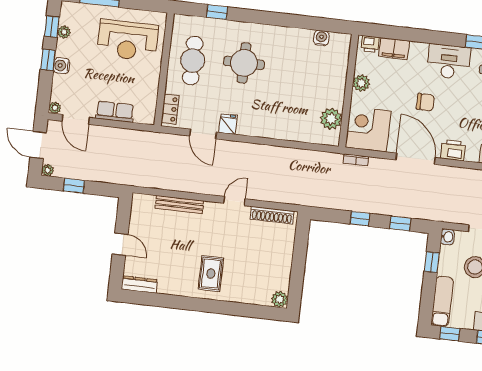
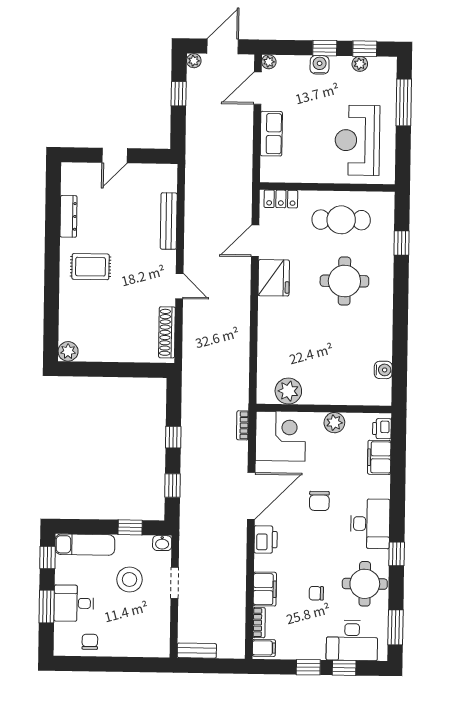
fridge: (228, 124) -> (274, 278), width x1.88, depth x1.34
dresser: (139, 285) -> (68, 216), moved

